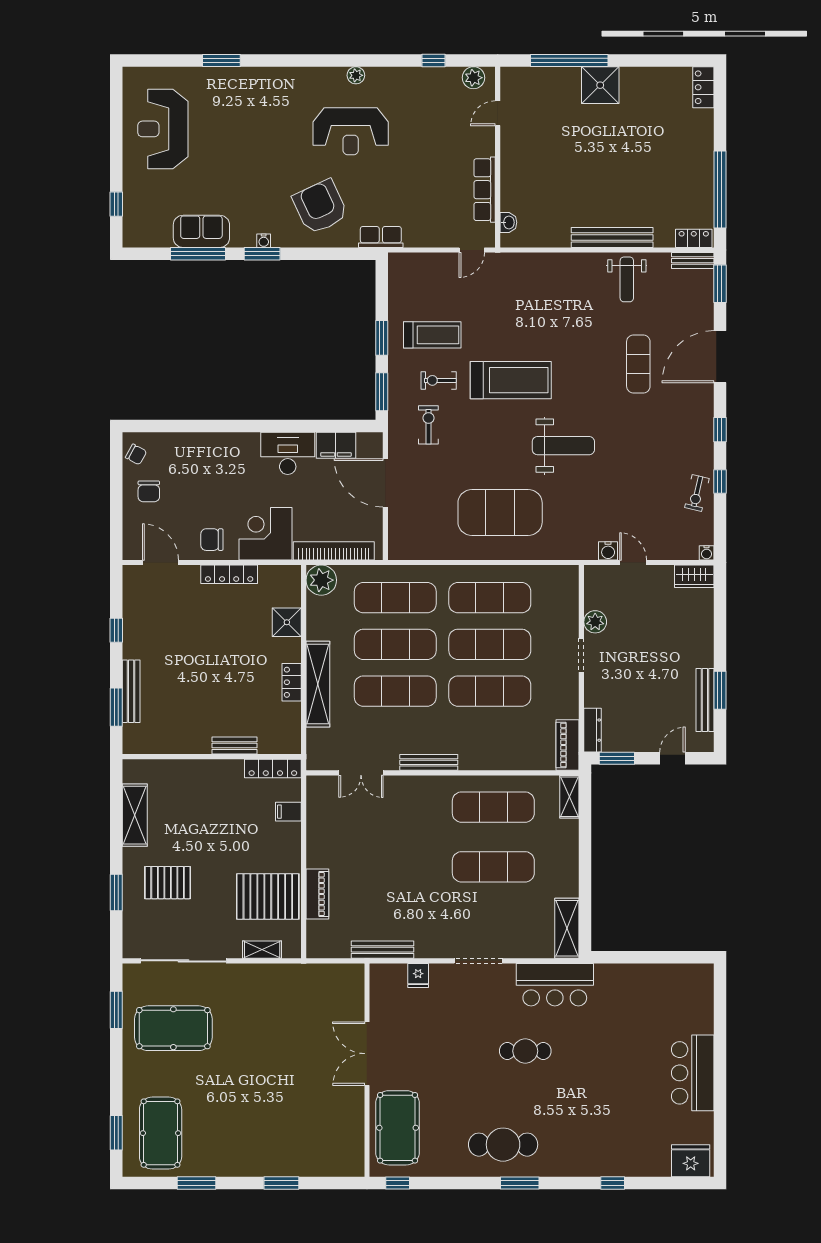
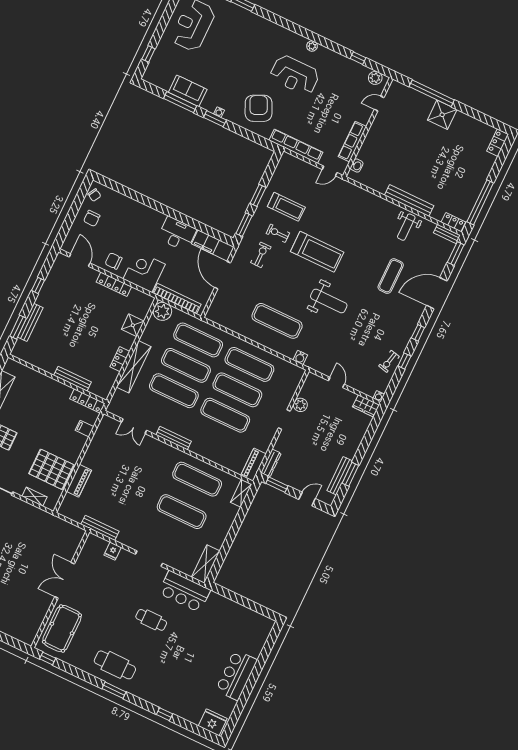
row of seats: (381, 237) -> (296, 146), width x2.02
exercise mat: (500, 513) -> (277, 321), width x0.68
water cooler: (608, 551) -> (300, 357), moved
bench: (235, 746) -> (72, 379), width x1.36

